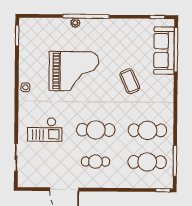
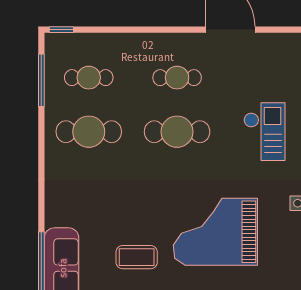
coffee table: (130, 81) -> (137, 257), moved, turned -66
checkout: (45, 129) -> (264, 132), turned 90
cafe table: (147, 162) -> (89, 78), width x0.73, depth x0.74

